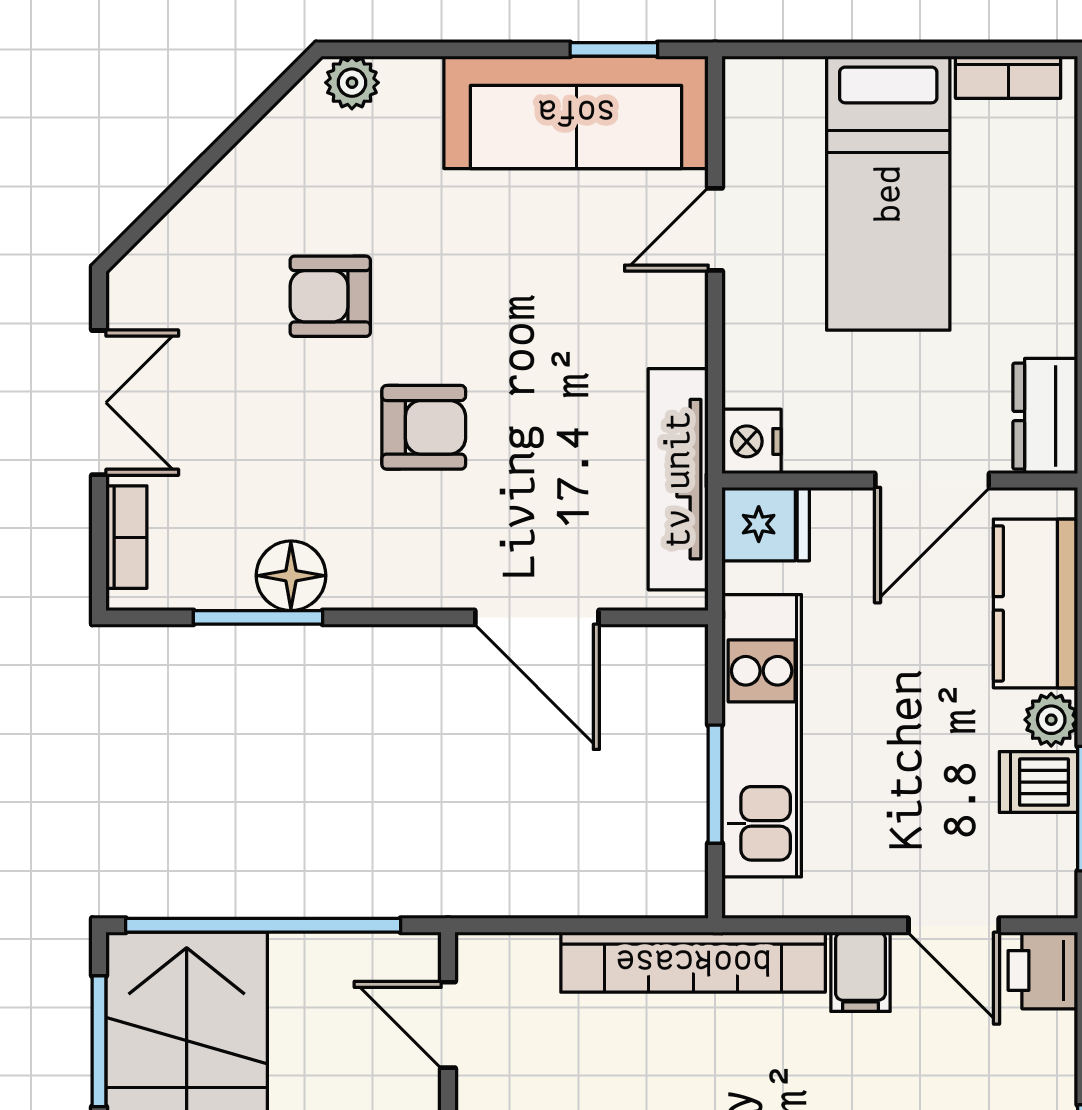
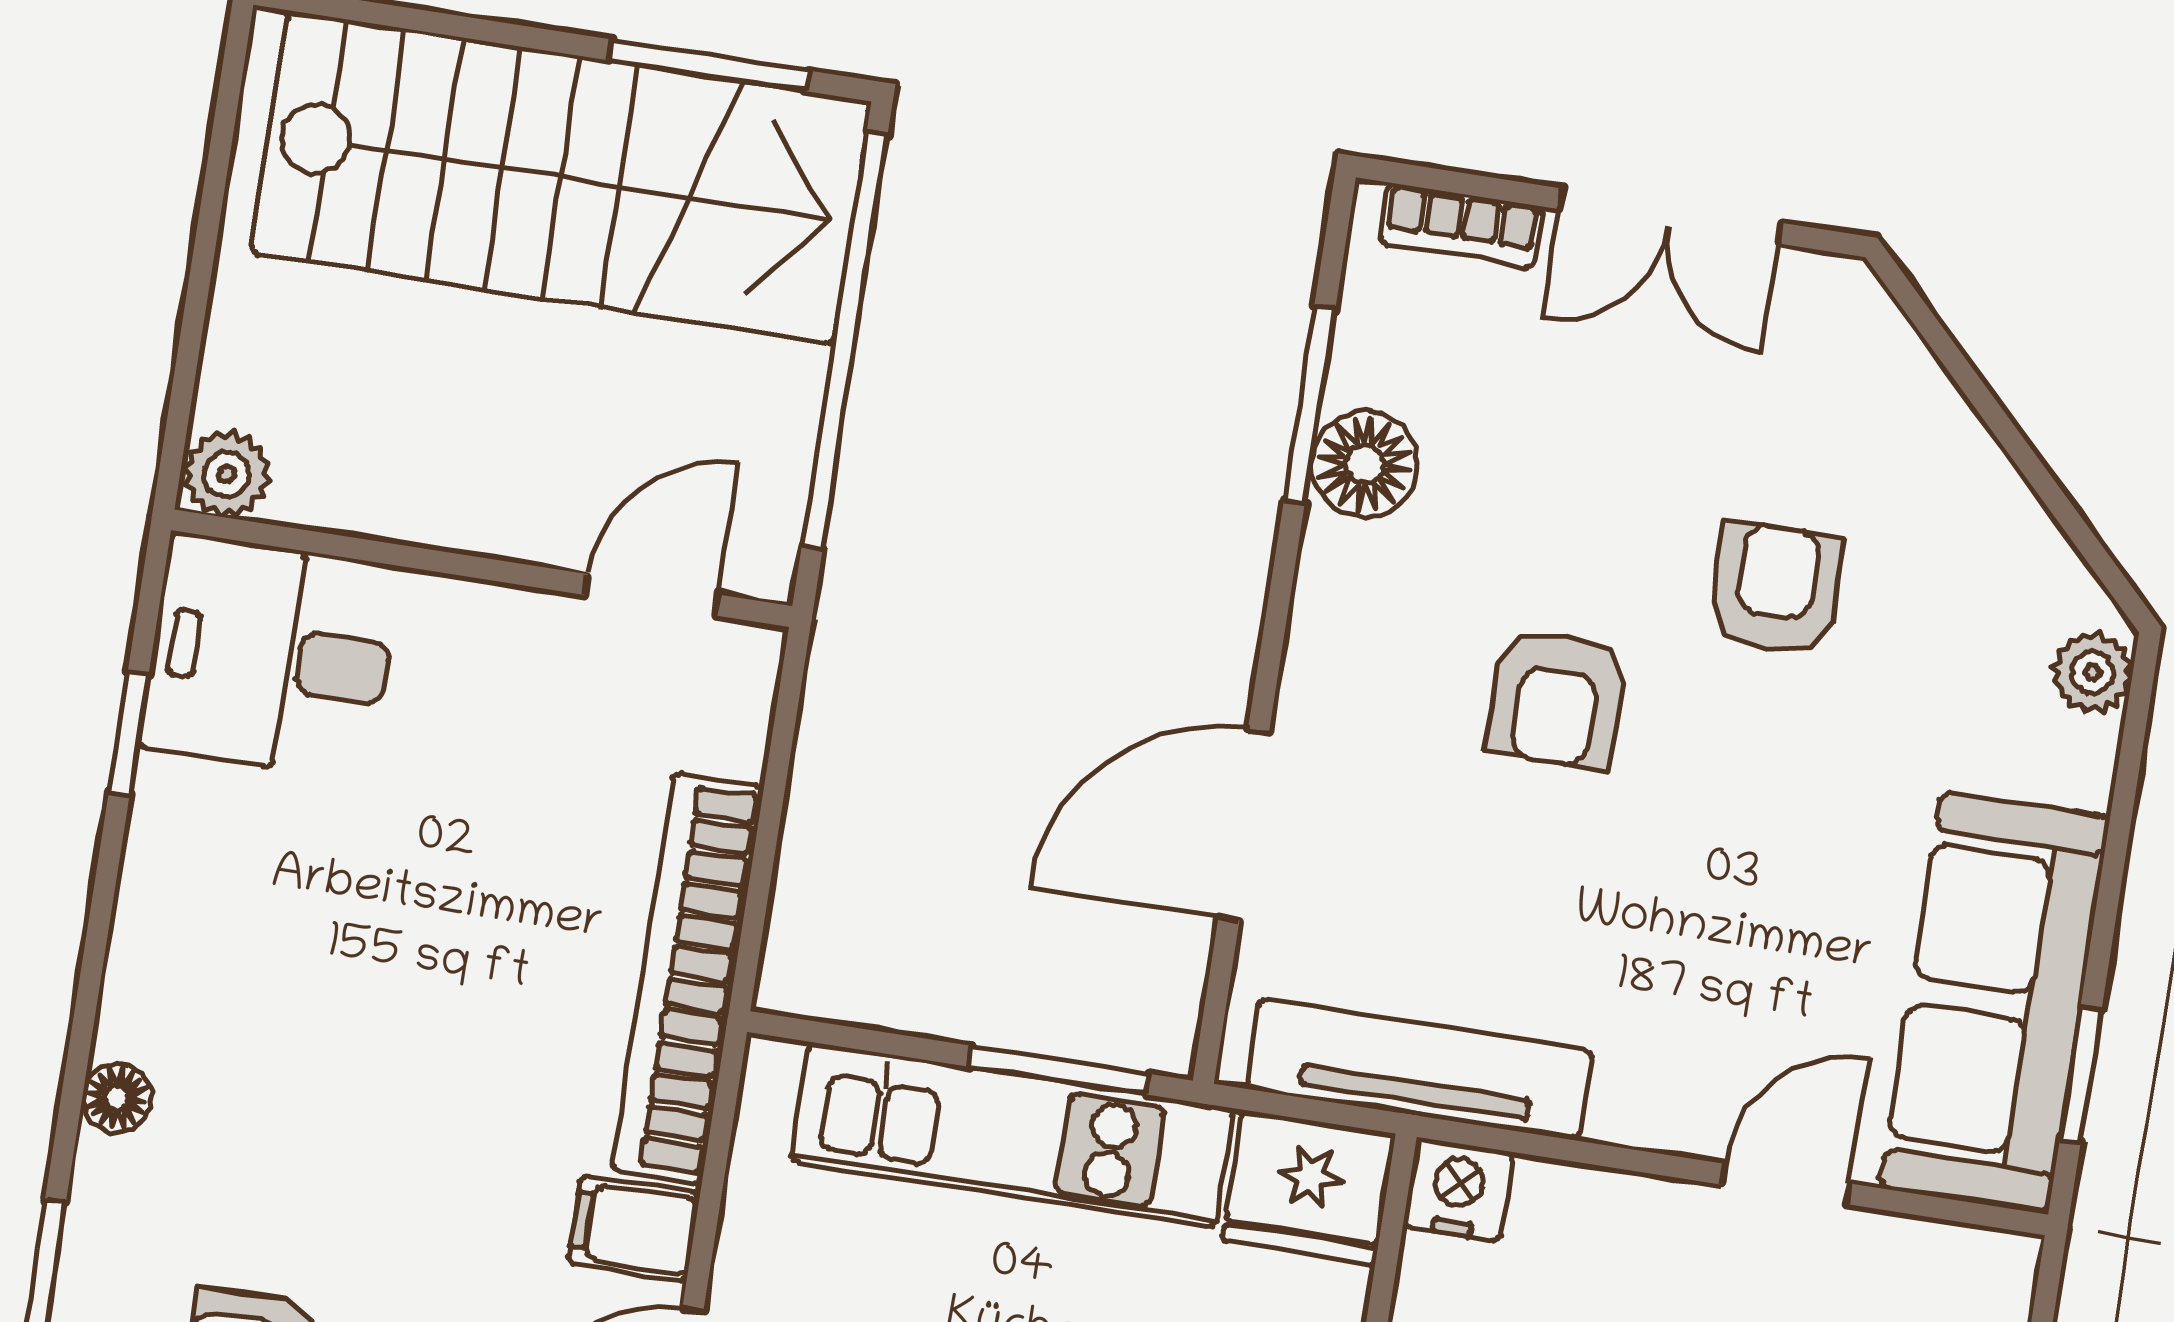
door: (715, 229) -> (1786, 1184), hinge flipped
fridge: (766, 524) -> (1309, 1188), width x1.38
window: (715, 784) -> (1059, 1070), moved

